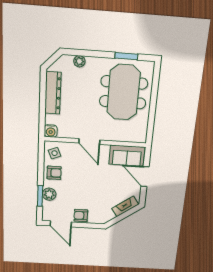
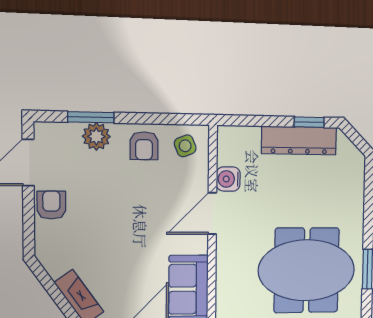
plant: (79, 61) -> (355, 187), removed
window: (43, 87) -> (309, 122), added
water cooler: (51, 131) -> (228, 179), moved

